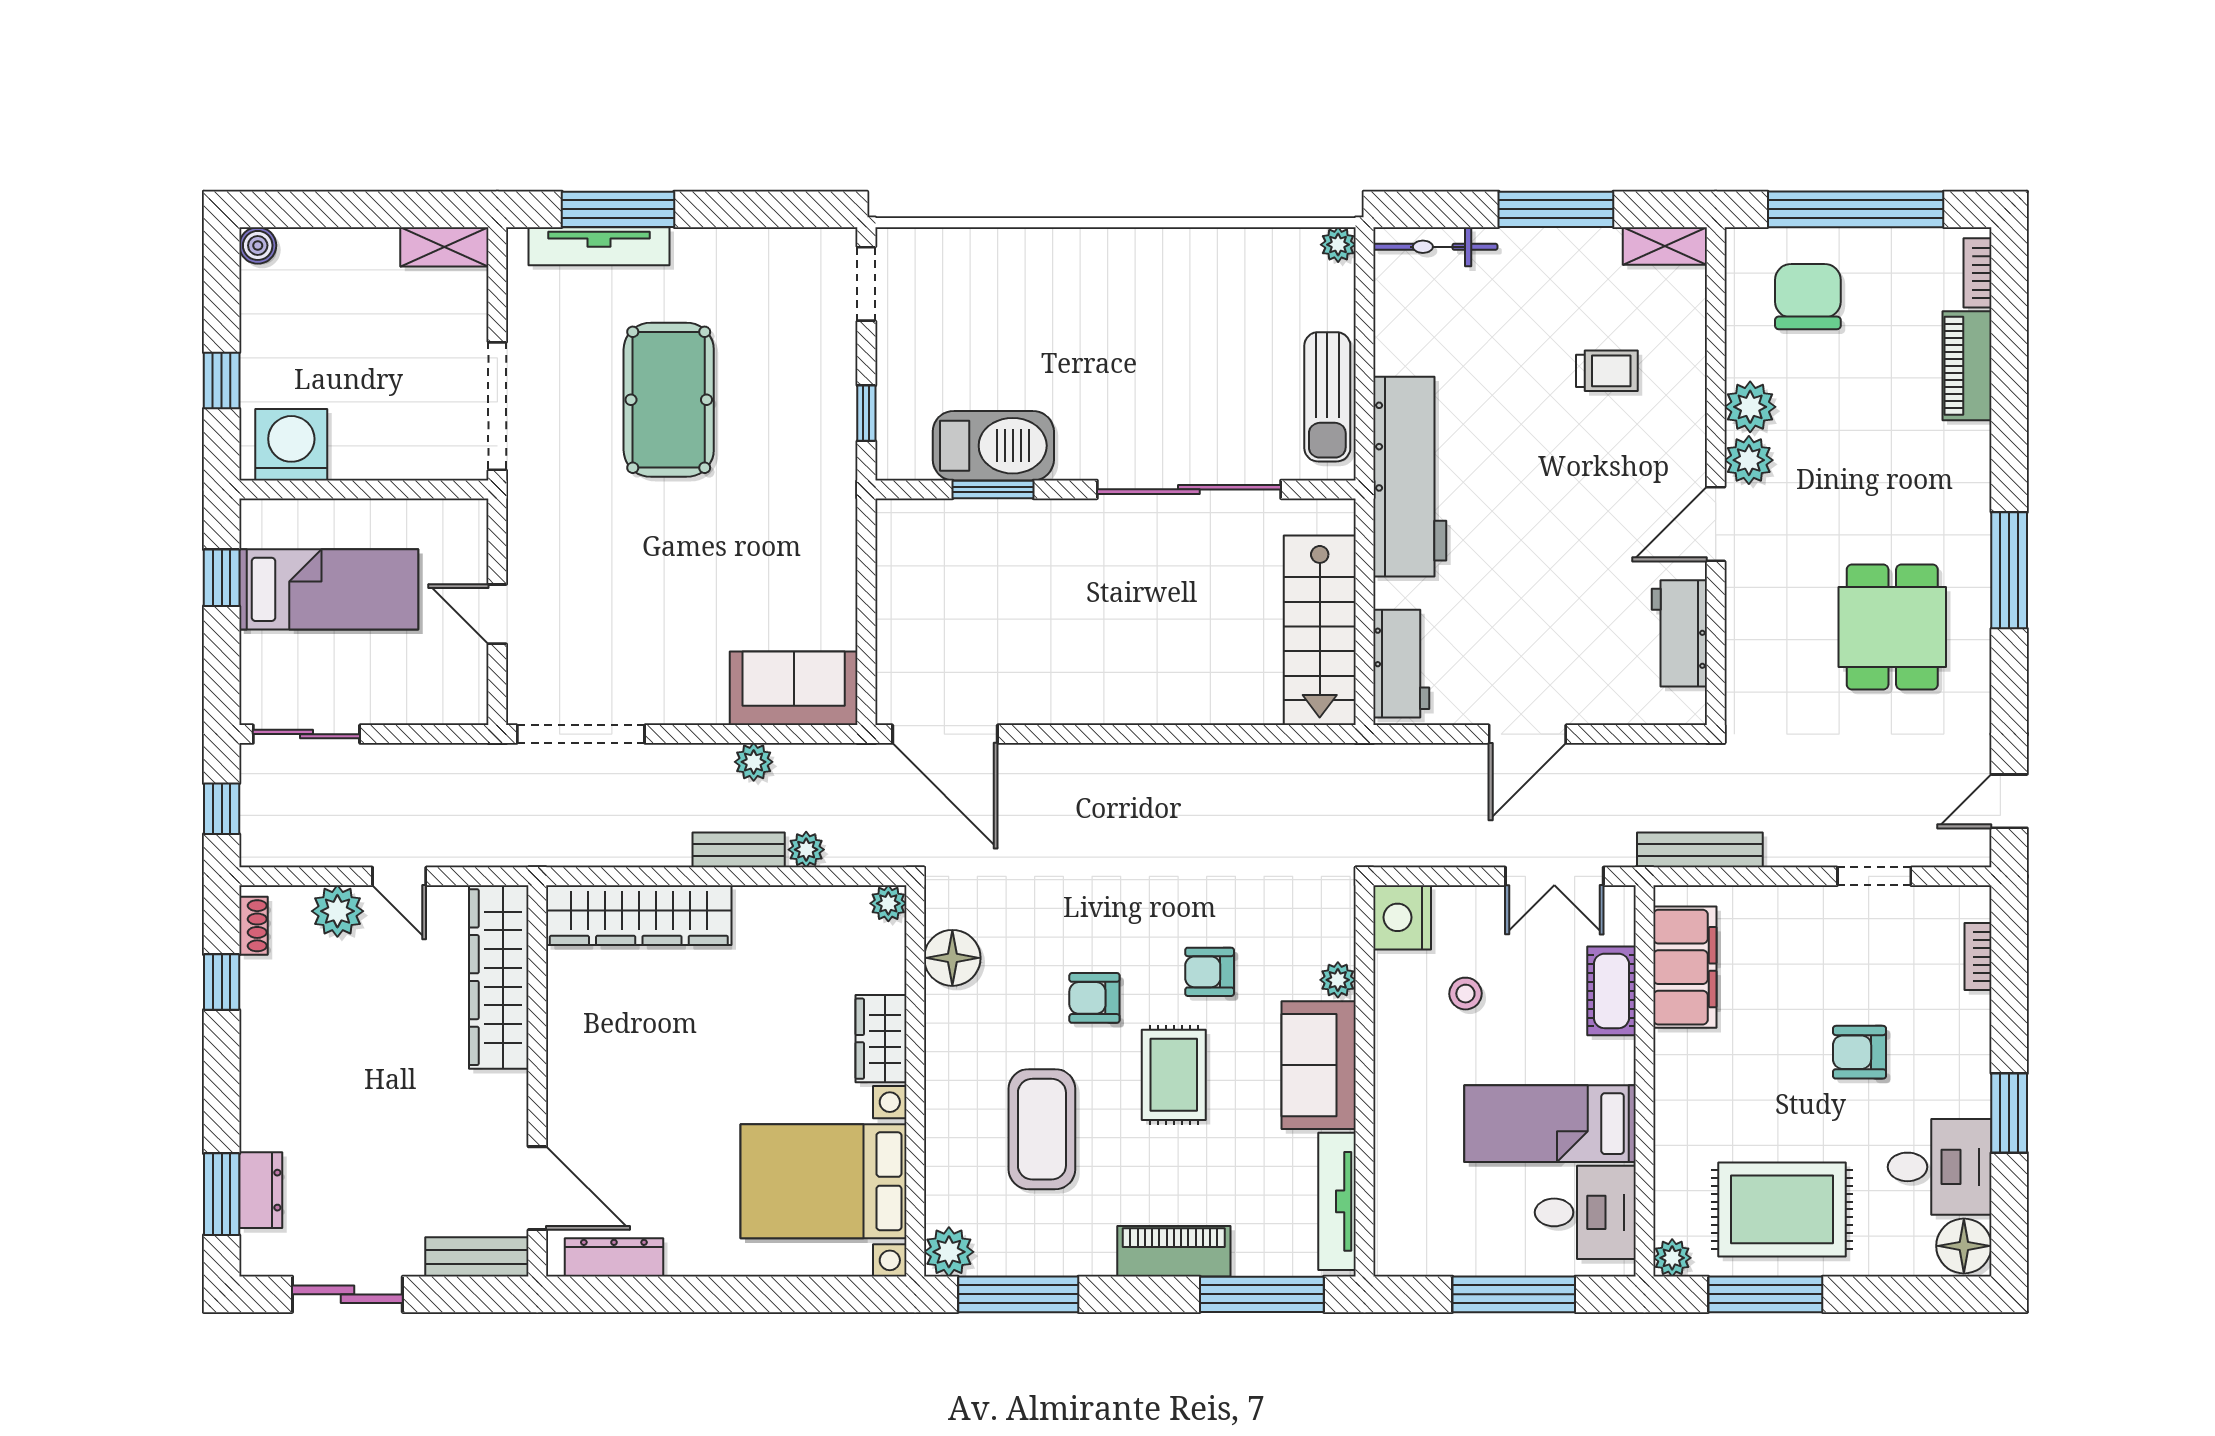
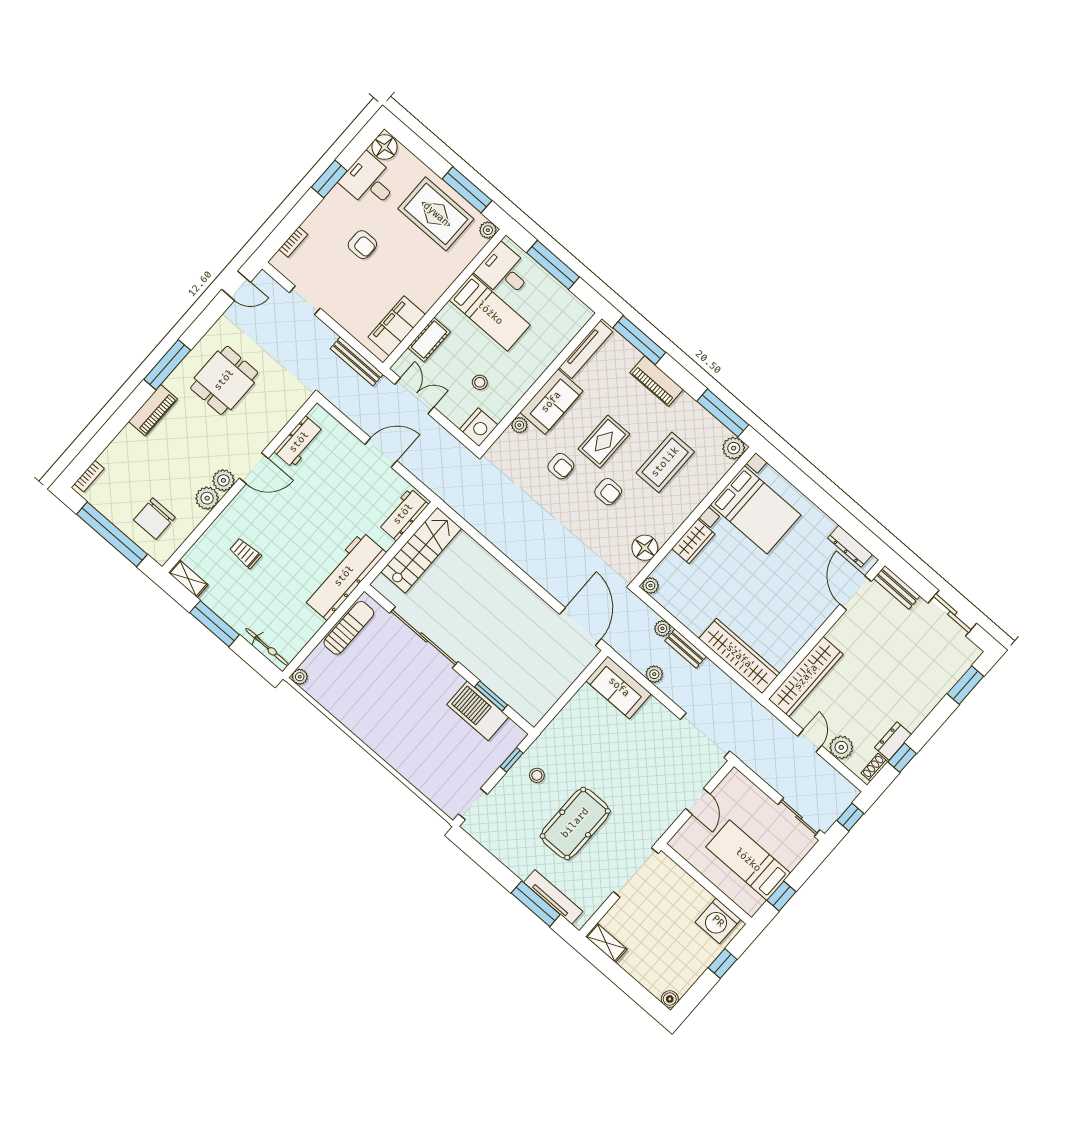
piano: (1967, 366) -> (153, 410), moved
stool: (802, 424) -> (537, 775), added
dresser: (261, 1190) -> (893, 741), moved

